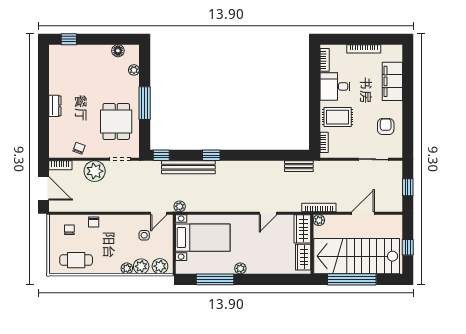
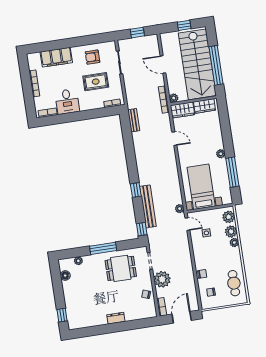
rug: (338, 117) -> (96, 82), moved, turned 90

